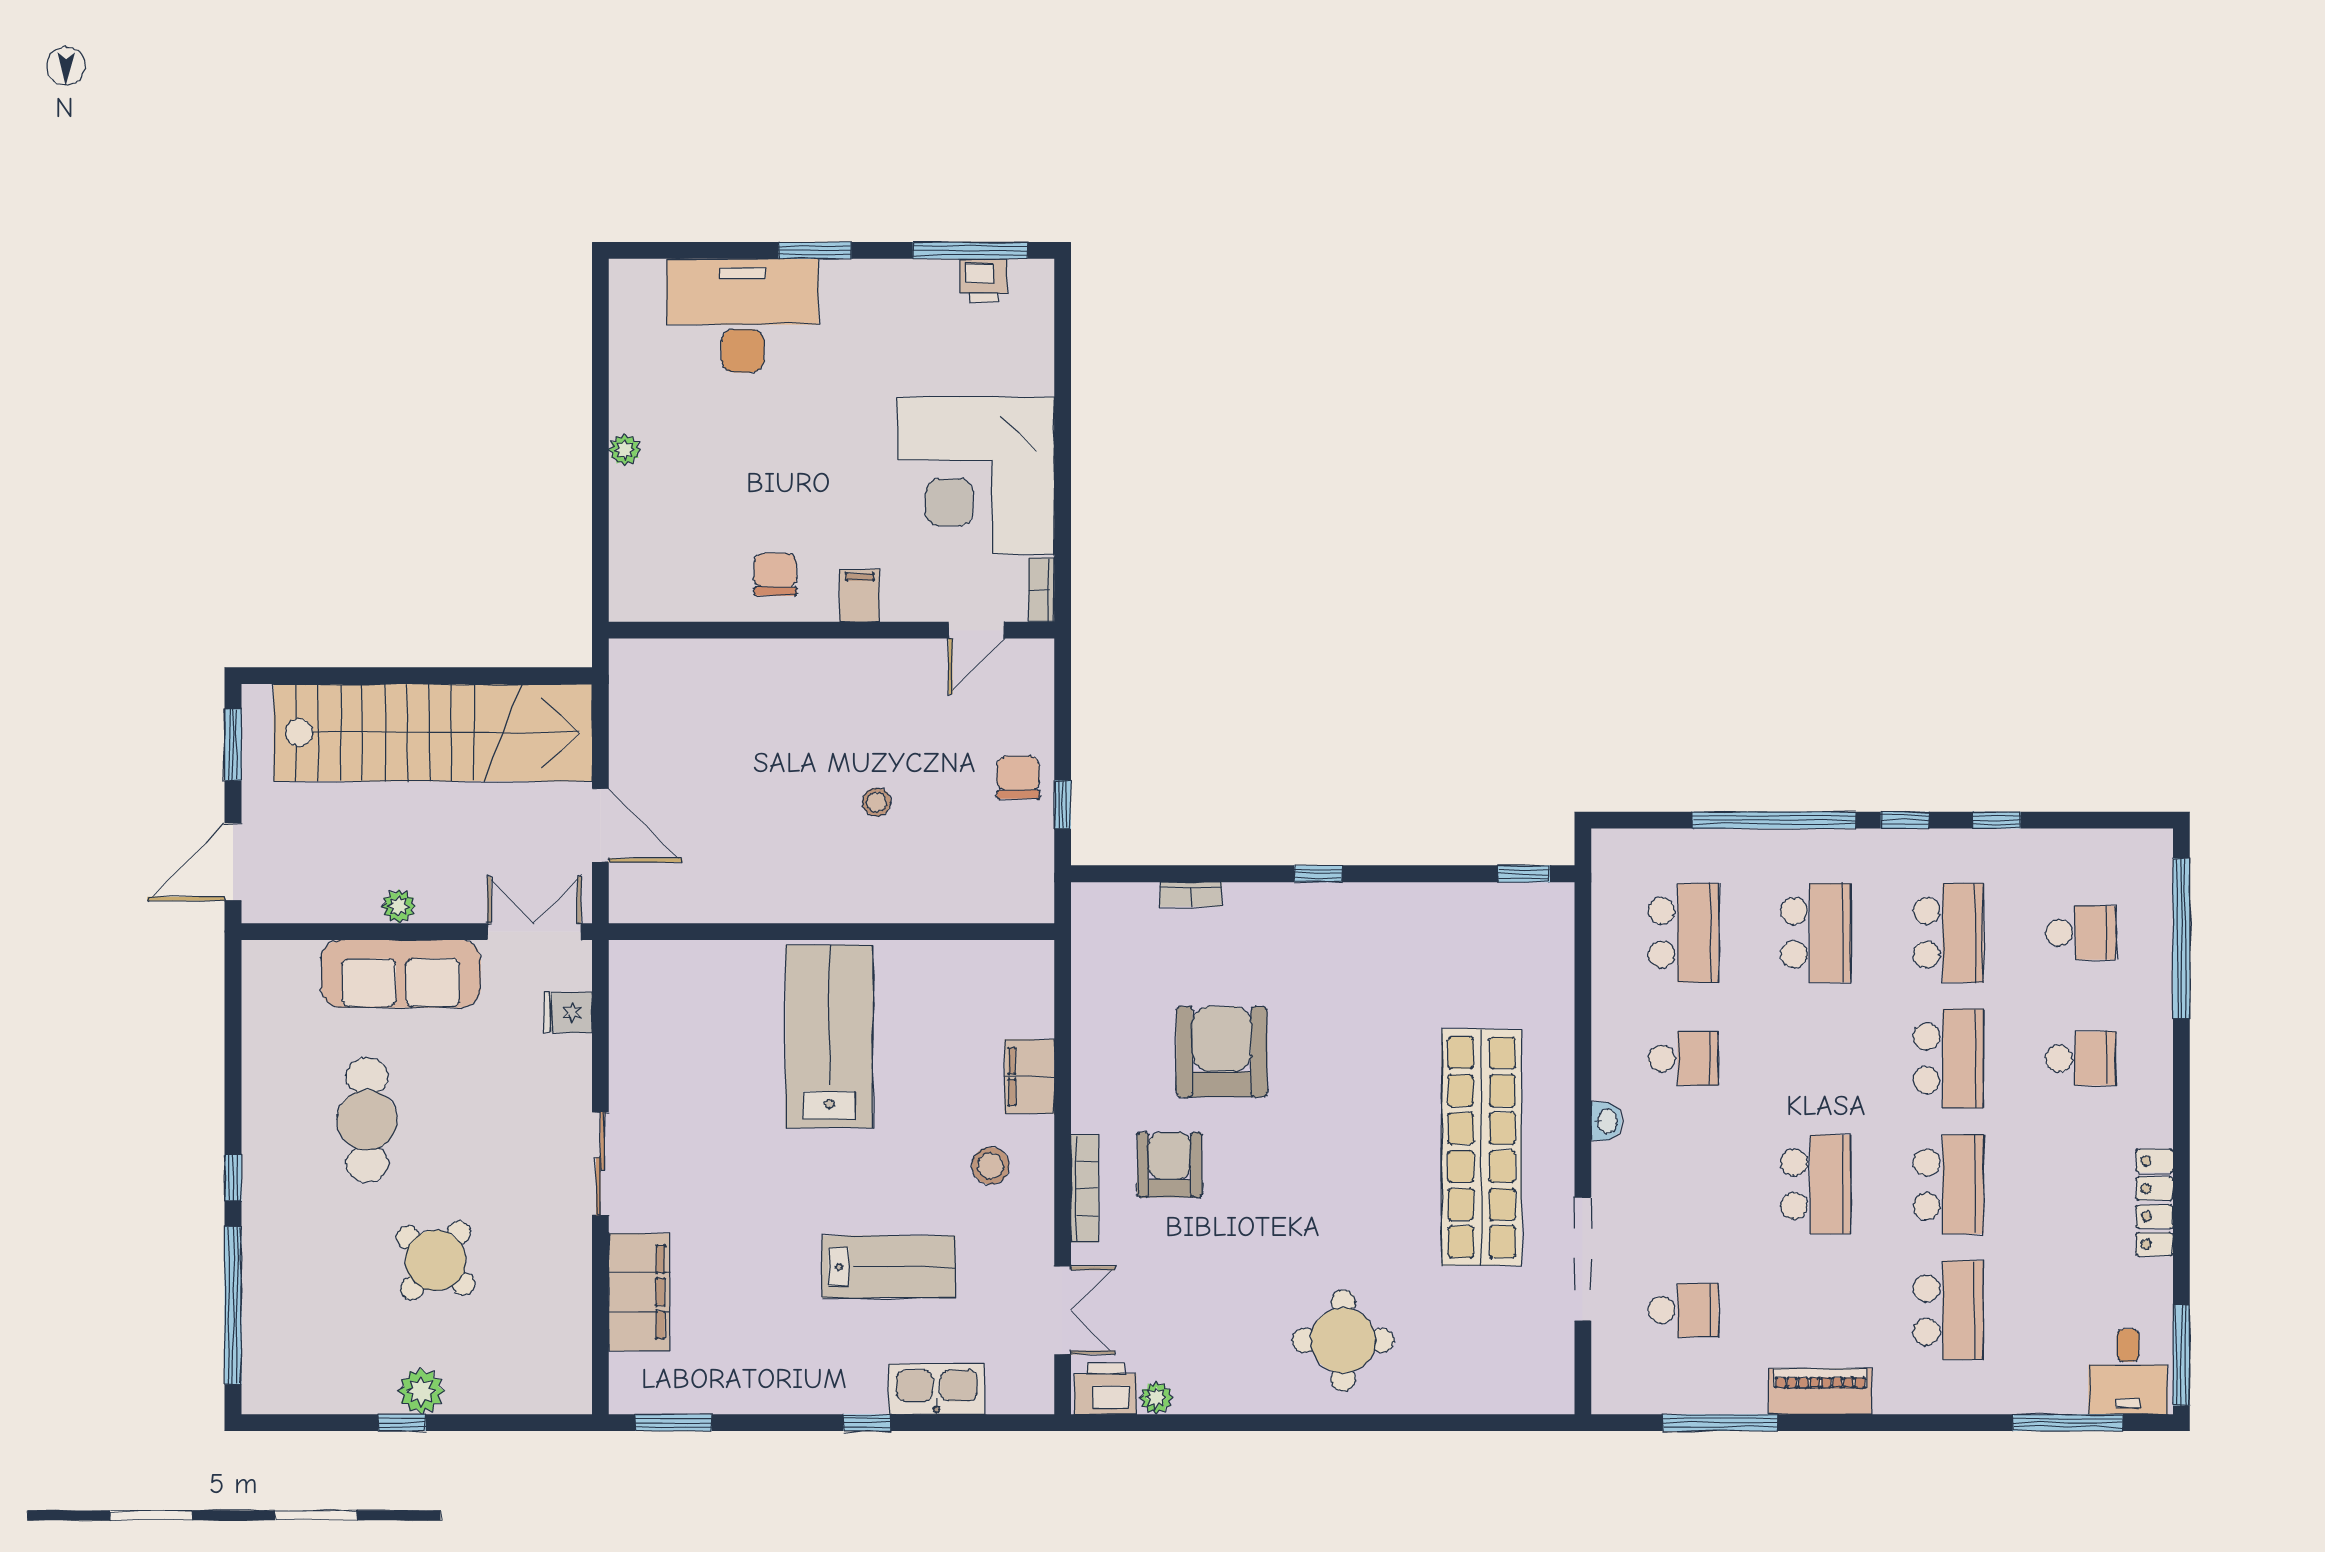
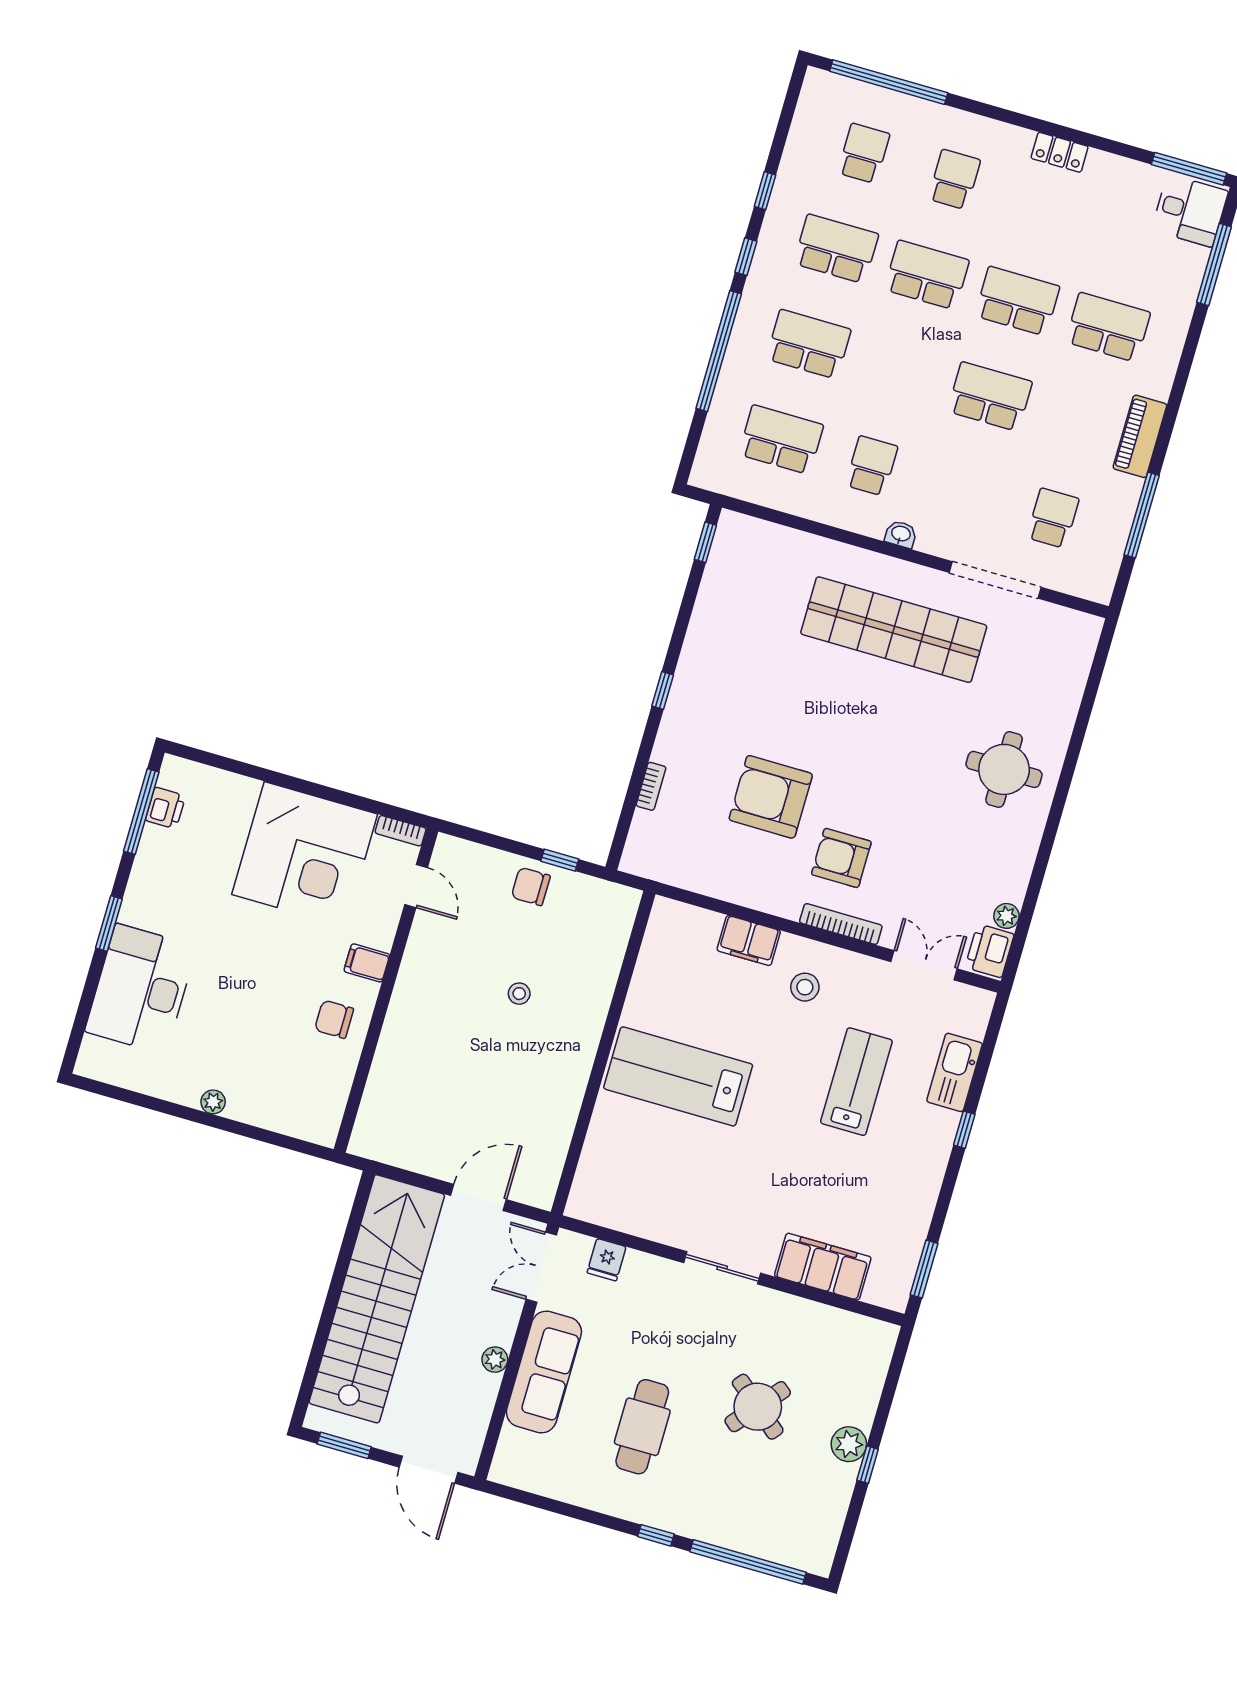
cafe table: (367, 1120) -> (642, 1427), turned 90
locker: (2155, 1203) -> (1060, 152), width x0.66

